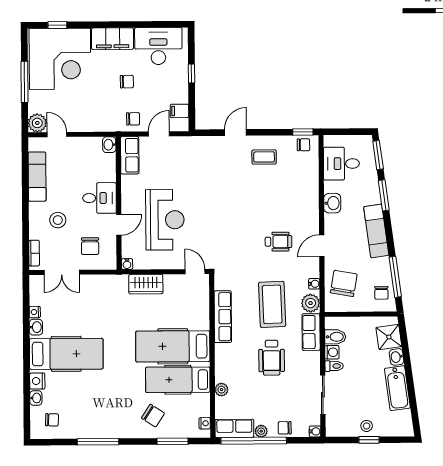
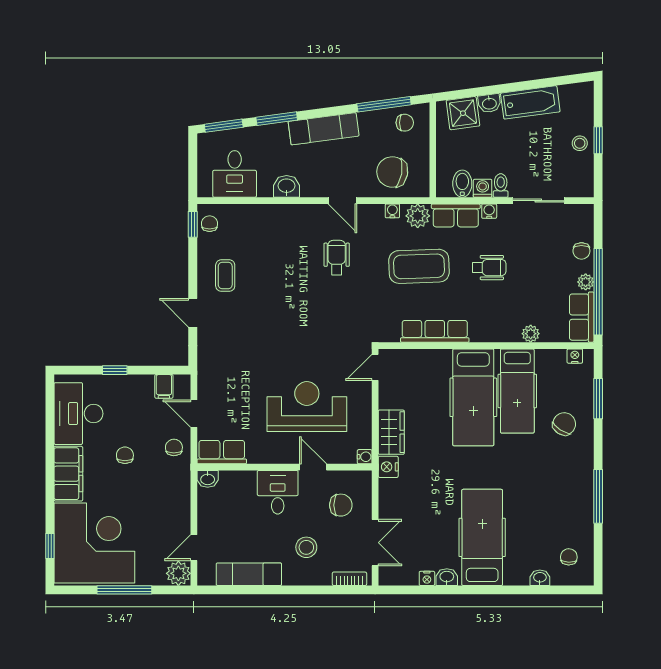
wheelchair: (272, 358) -> (489, 268), width x0.73, depth x0.73
nightstand: (37, 381) -> (388, 467), moved, turned 90
water cooler: (315, 431) -> (489, 211), moved

